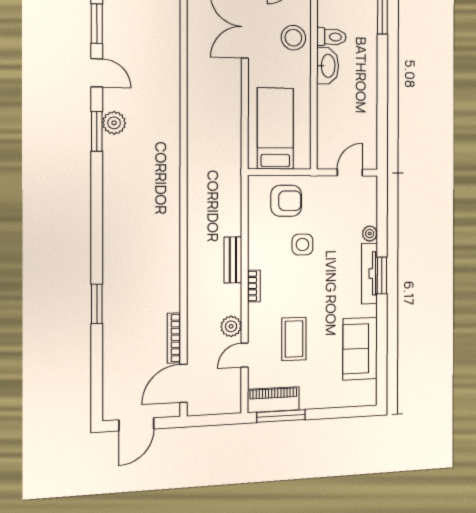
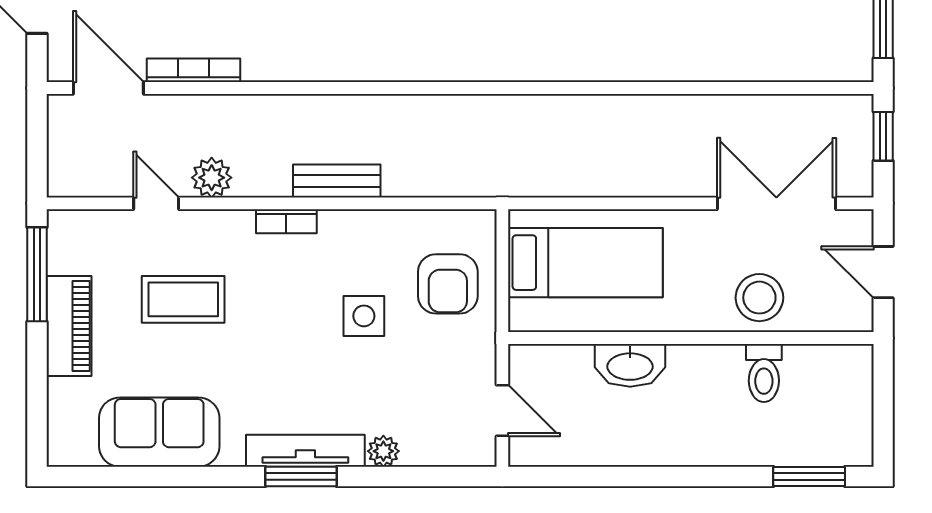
washbasin: (328, 66) -> (630, 365), moved
piano: (273, 400) -> (69, 326), moved

